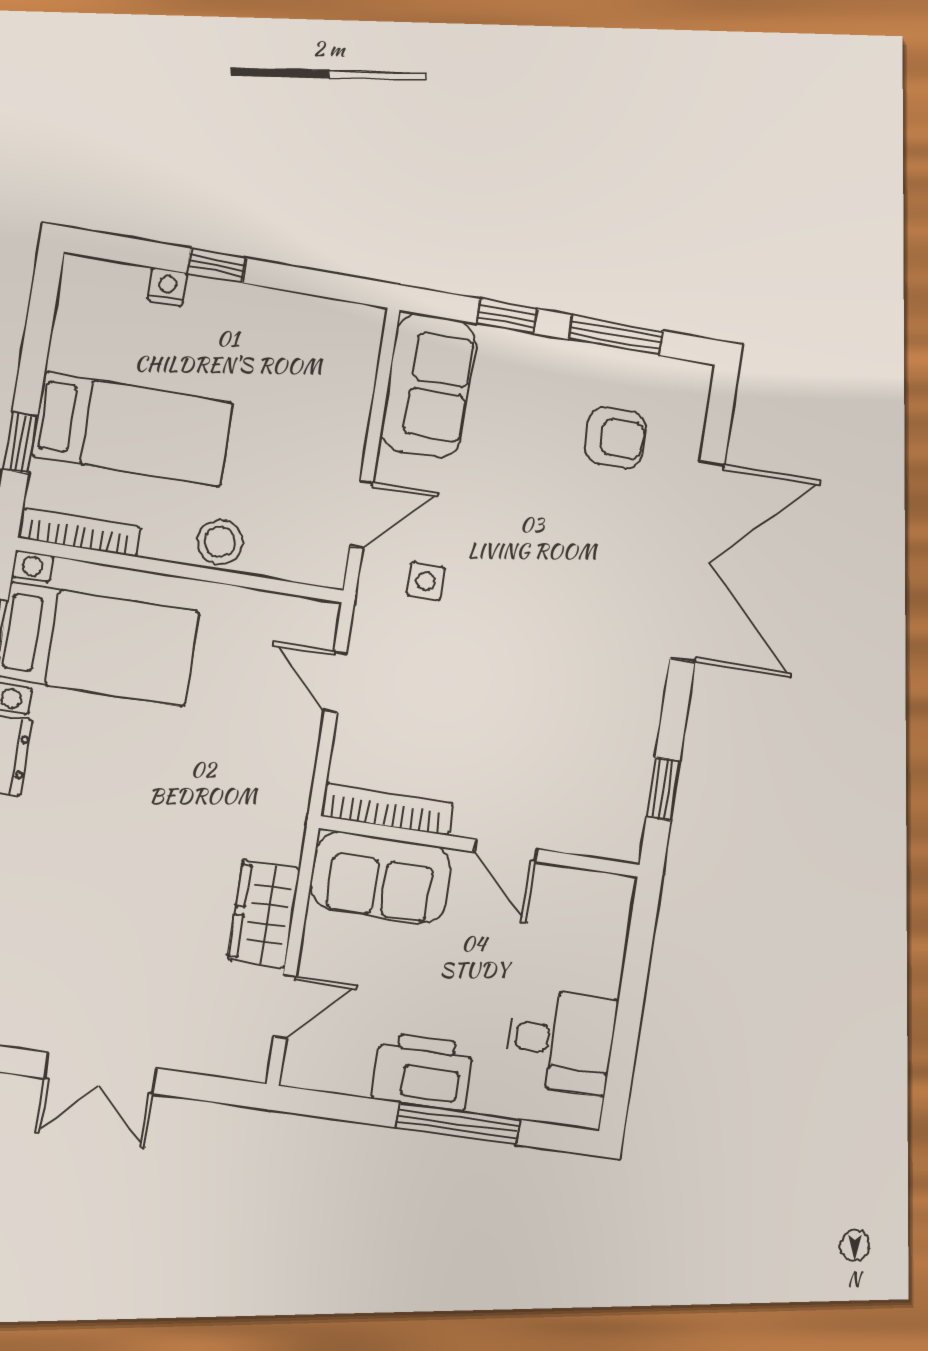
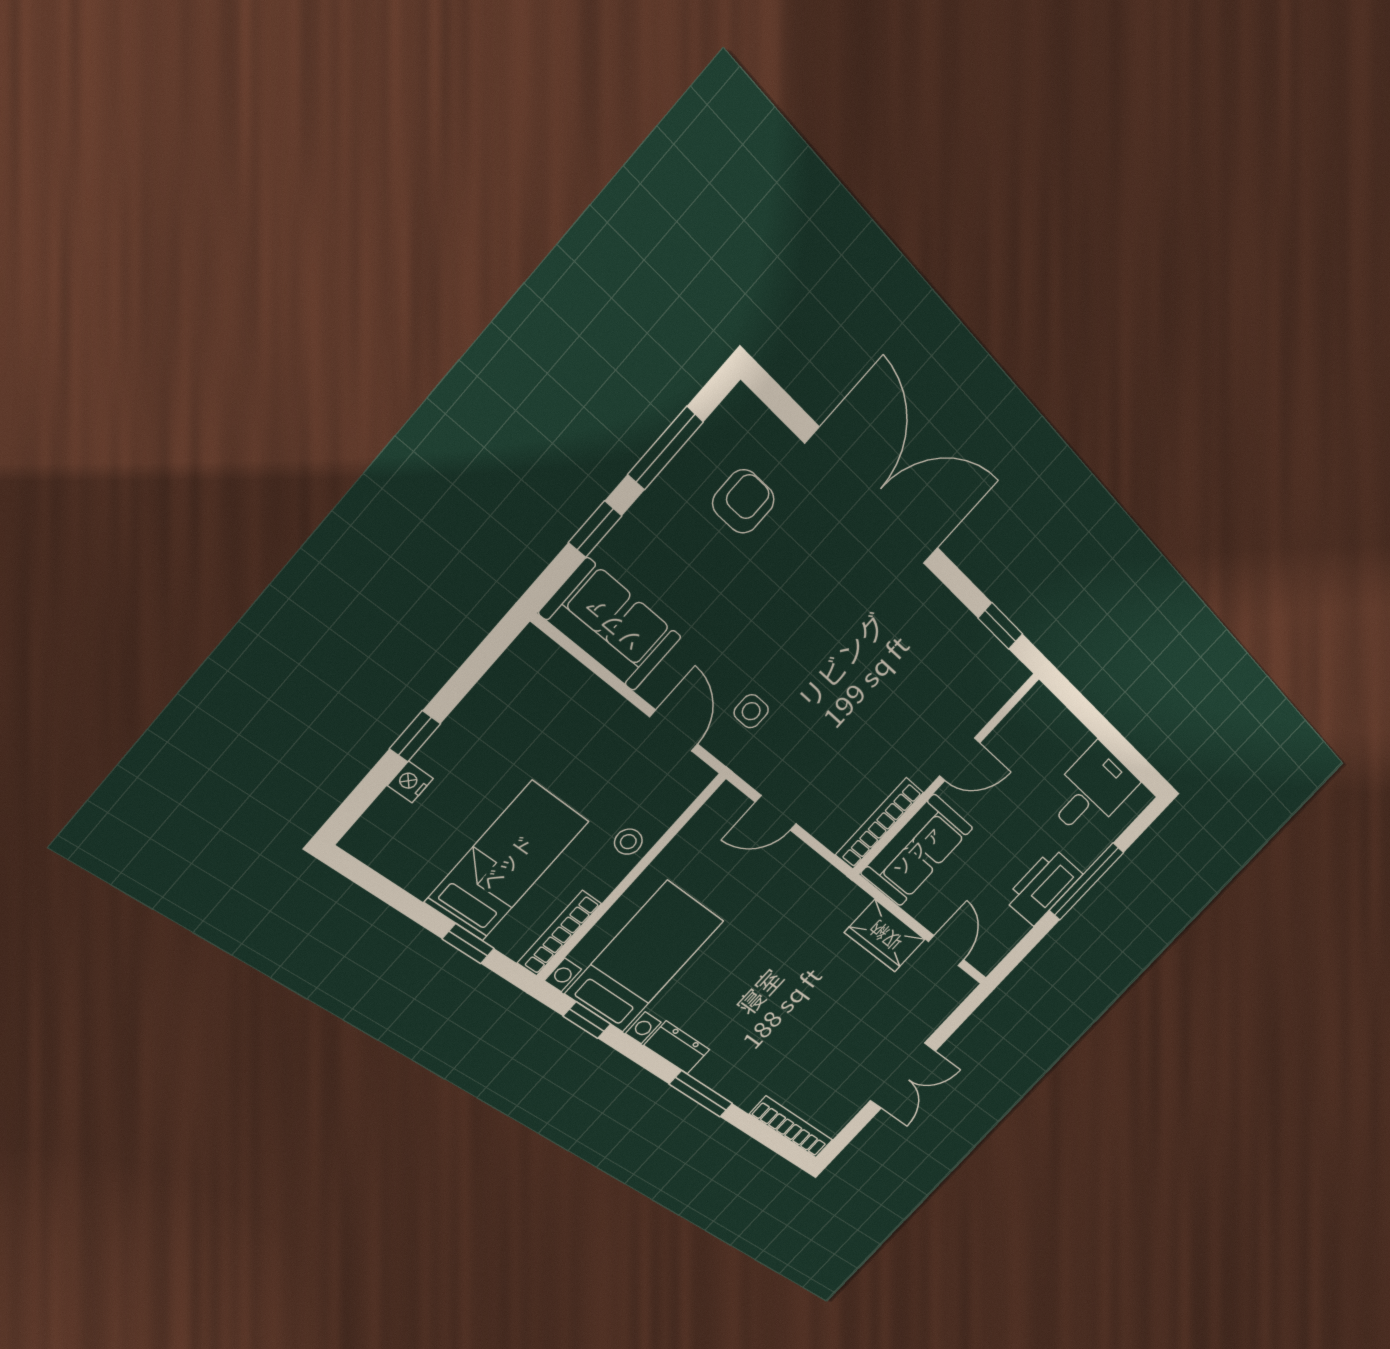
stool: (220, 542) -> (628, 842), width x0.73, depth x0.73

